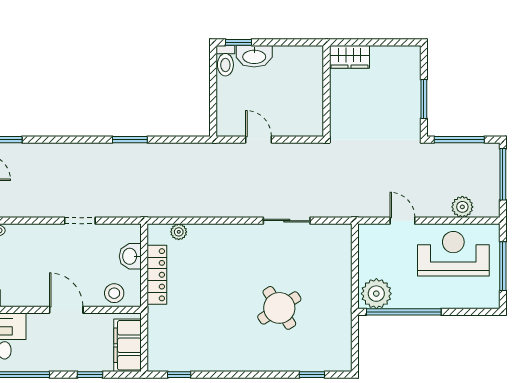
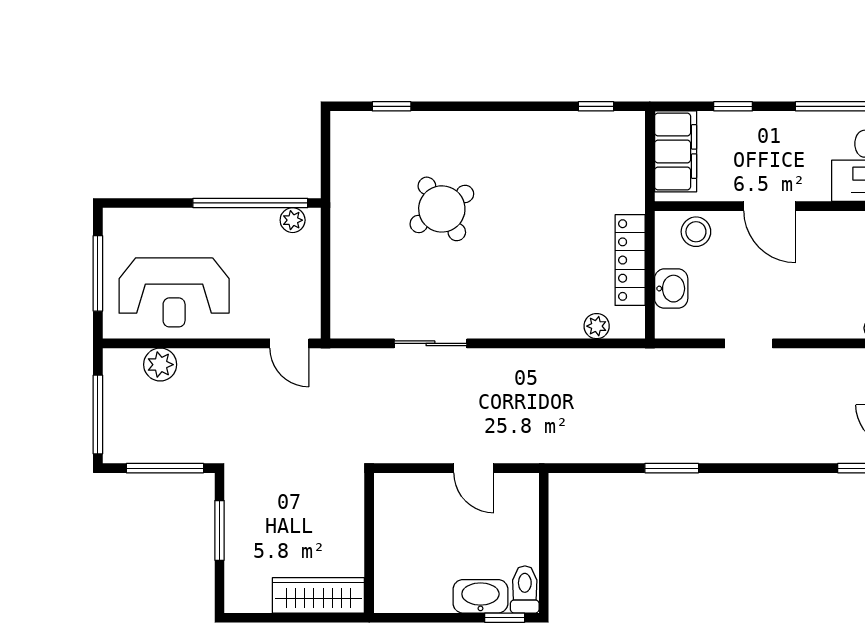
wardrobe: (349, 57) -> (318, 595), width x1.50
door: (402, 221) -> (289, 343), moved
plant: (376, 294) -> (293, 220), width x0.53, depth x0.53

